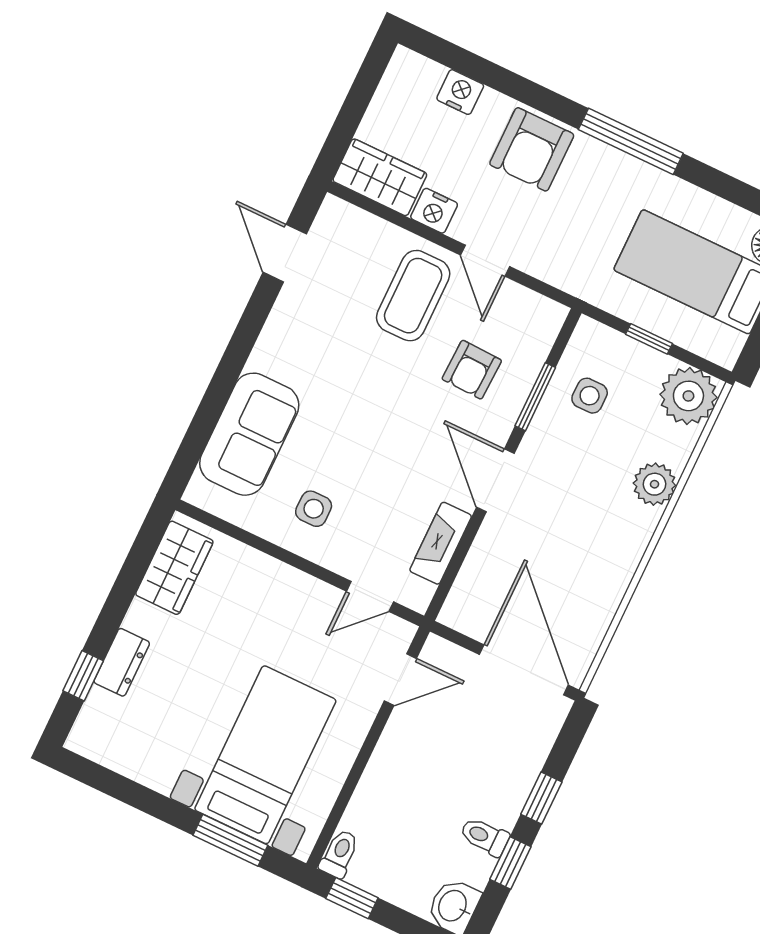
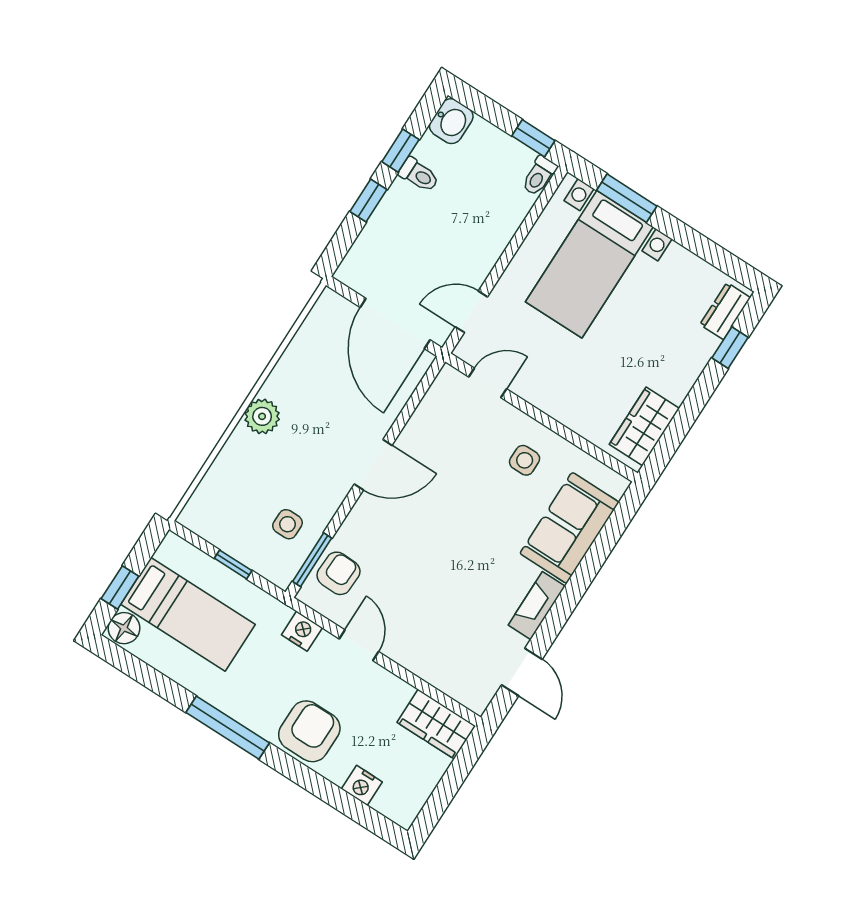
nightstand: (434, 211) -> (302, 631), moved
coffee table: (413, 296) -> (421, 624), removed
armchair: (472, 370) -> (339, 573), moved
plant: (688, 396) -> (207, 514), removed
window: (535, 397) -> (312, 560), moved
door: (495, 480) -> (373, 465), hinge flipped
plant: (654, 484) -> (262, 416), moved
fireplace: (441, 543) -> (537, 606), moved, turned 180
dresser: (122, 662) -> (725, 311), moved
door: (524, 670) -> (395, 324), moved

